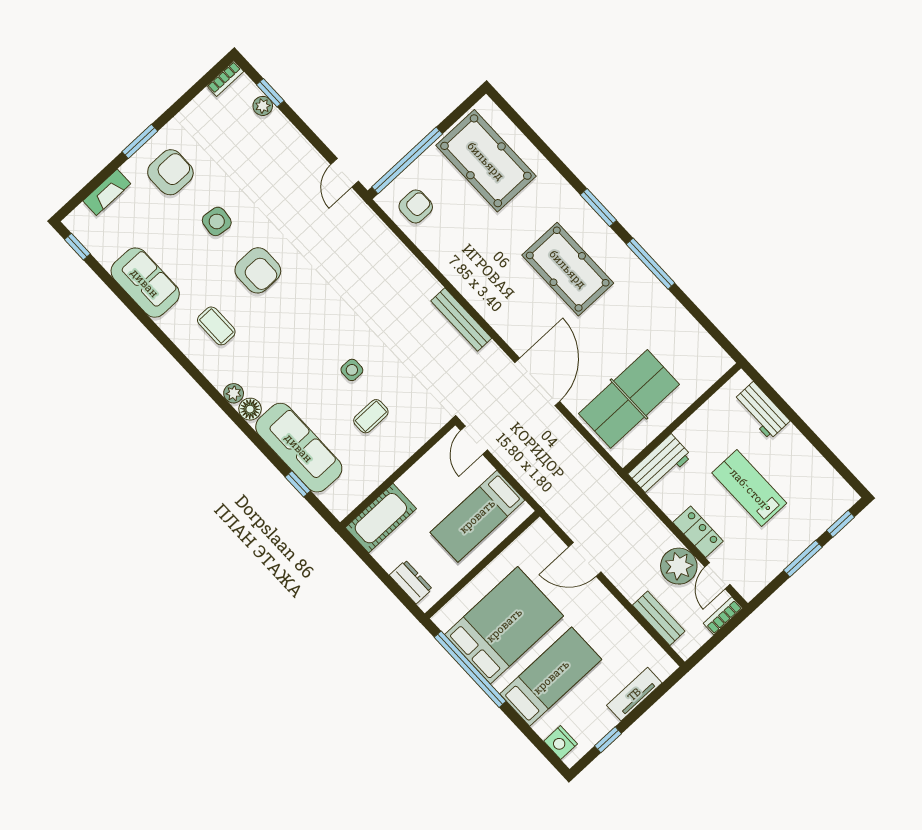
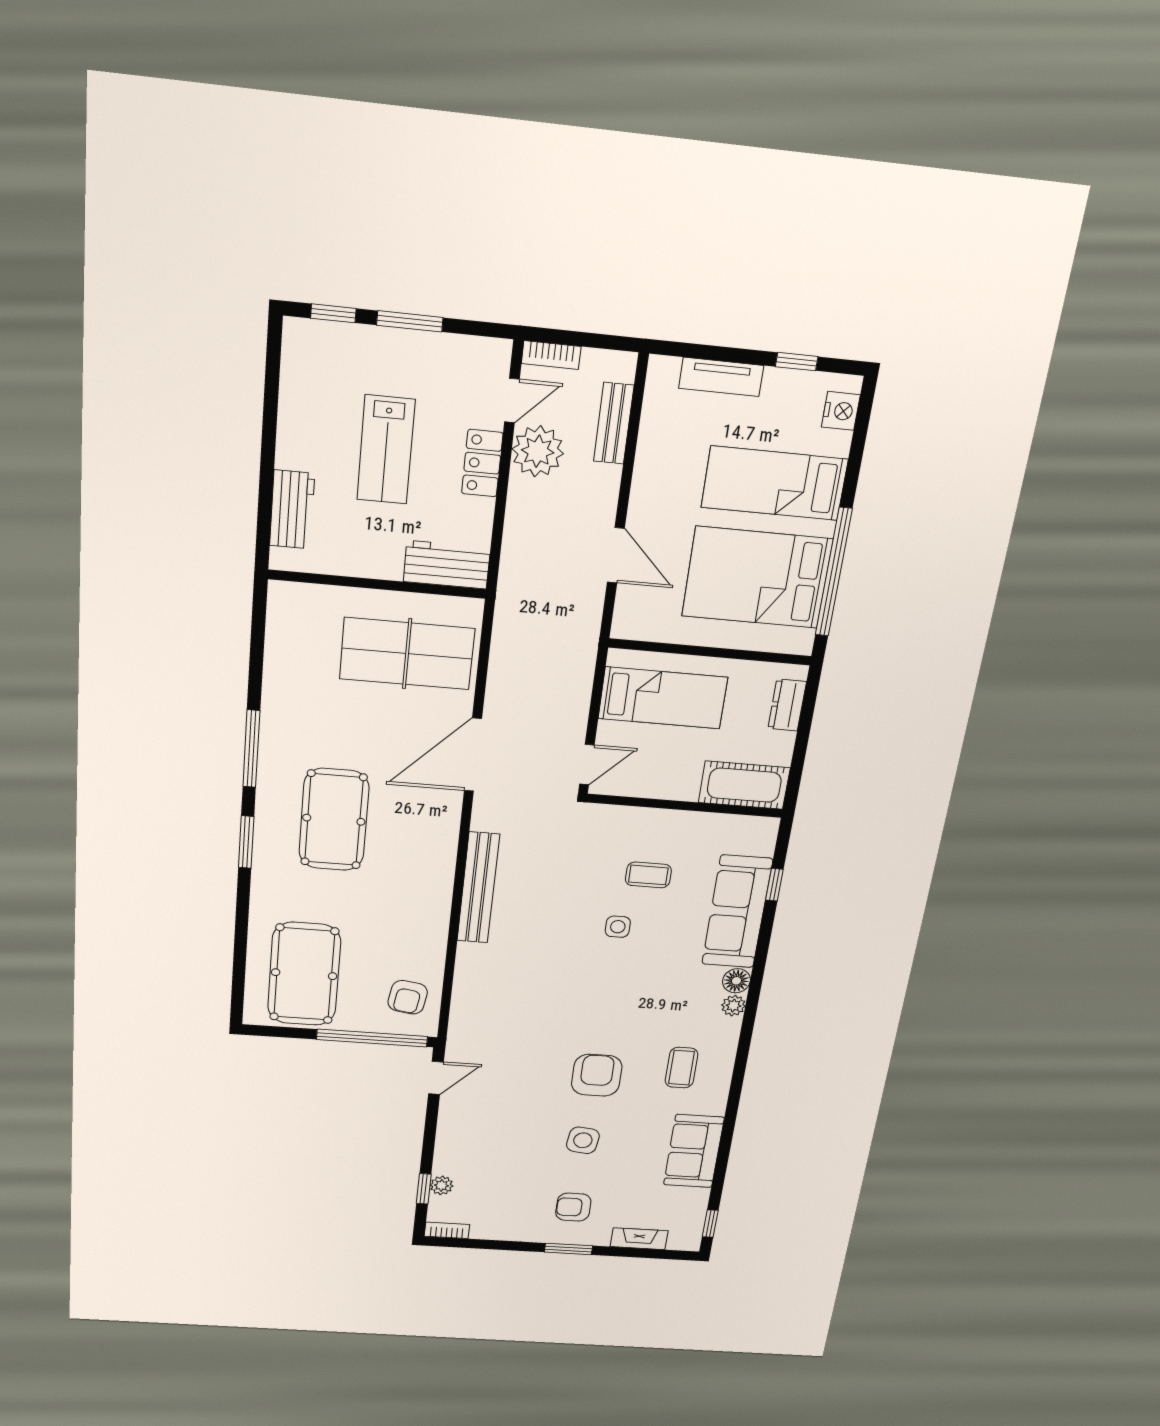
armchair: (170, 172) -> (573, 1207), width x0.72, depth x0.72
armchair: (416, 206) -> (408, 997), turned -81
bench: (461, 320) -> (478, 888), width x1.37, depth x1.21

